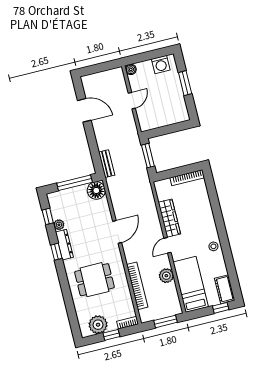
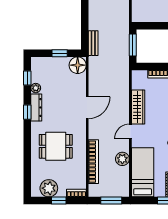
window: (75, 183) -> (60, 53), width x0.46

